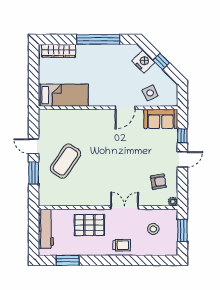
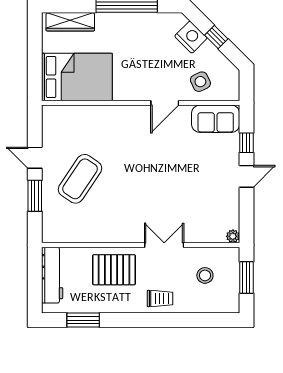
bed: (63, 95) -> (77, 77), width x1.50
armchair: (158, 182) -> (212, 208), removed

